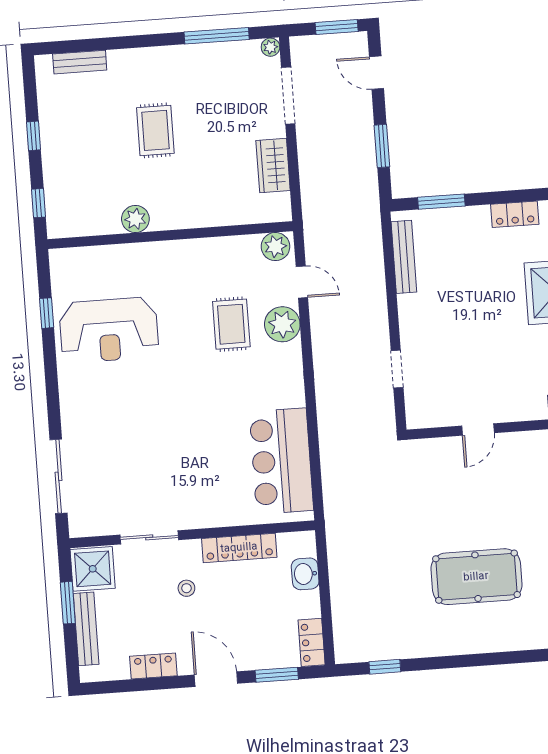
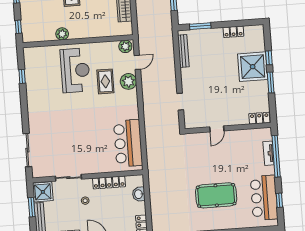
door: (302, 282) -> (137, 62), hinge flipped
reception desk: (109, 330) -> (75, 70), moved, turned -90

